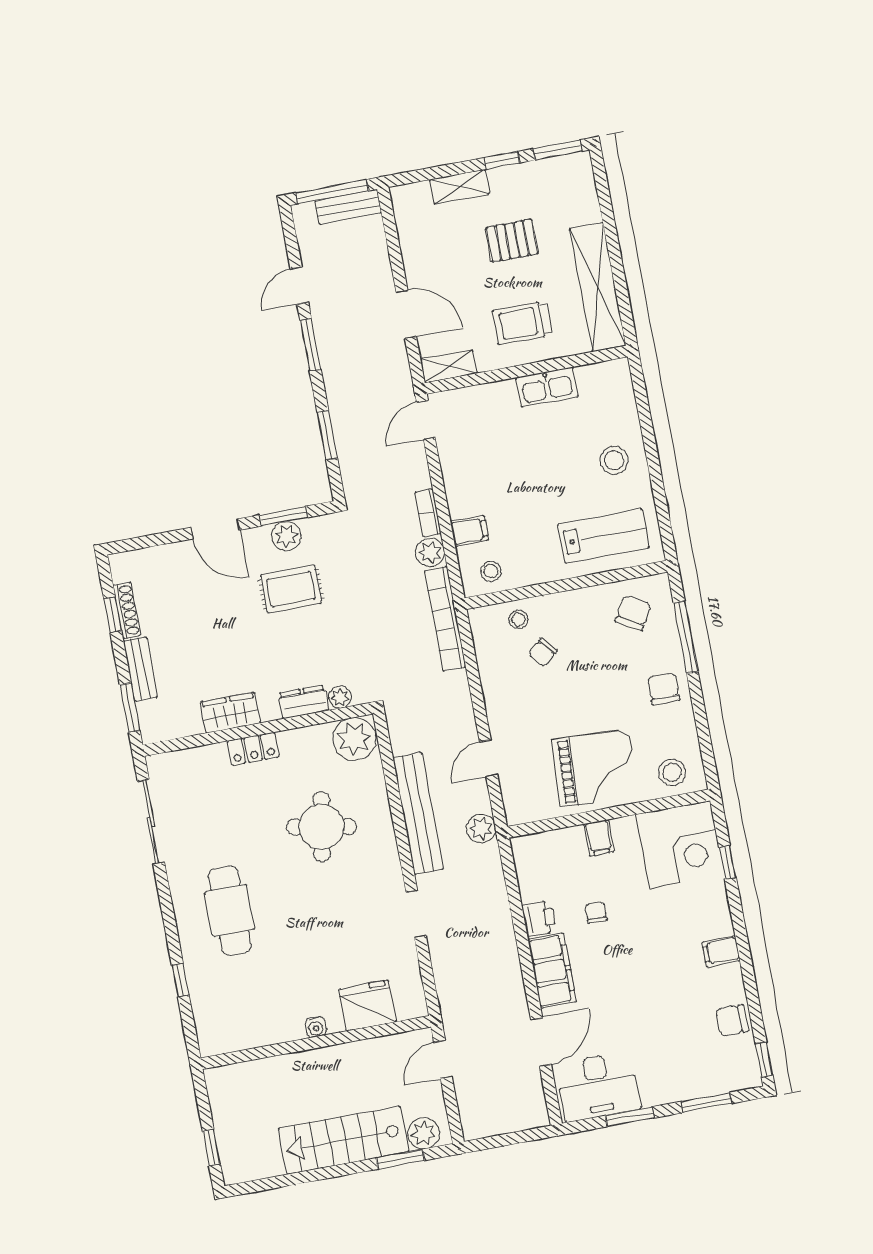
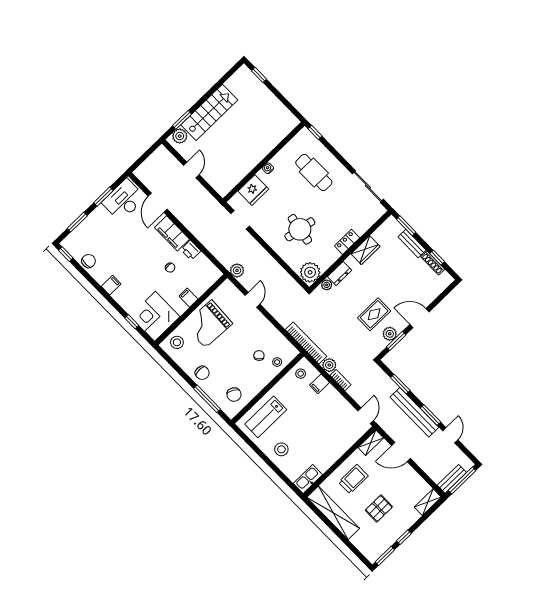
shelving: (460, 187) -> (428, 502), moved
kitchen sink: (547, 387) -> (308, 479), moved
bench: (418, 813) -> (414, 412), moved
fridge: (367, 1005) -> (253, 190), moved
water cooler: (316, 1027) -> (268, 168), moved
wall: (316, 1042) -> (264, 162), moved

